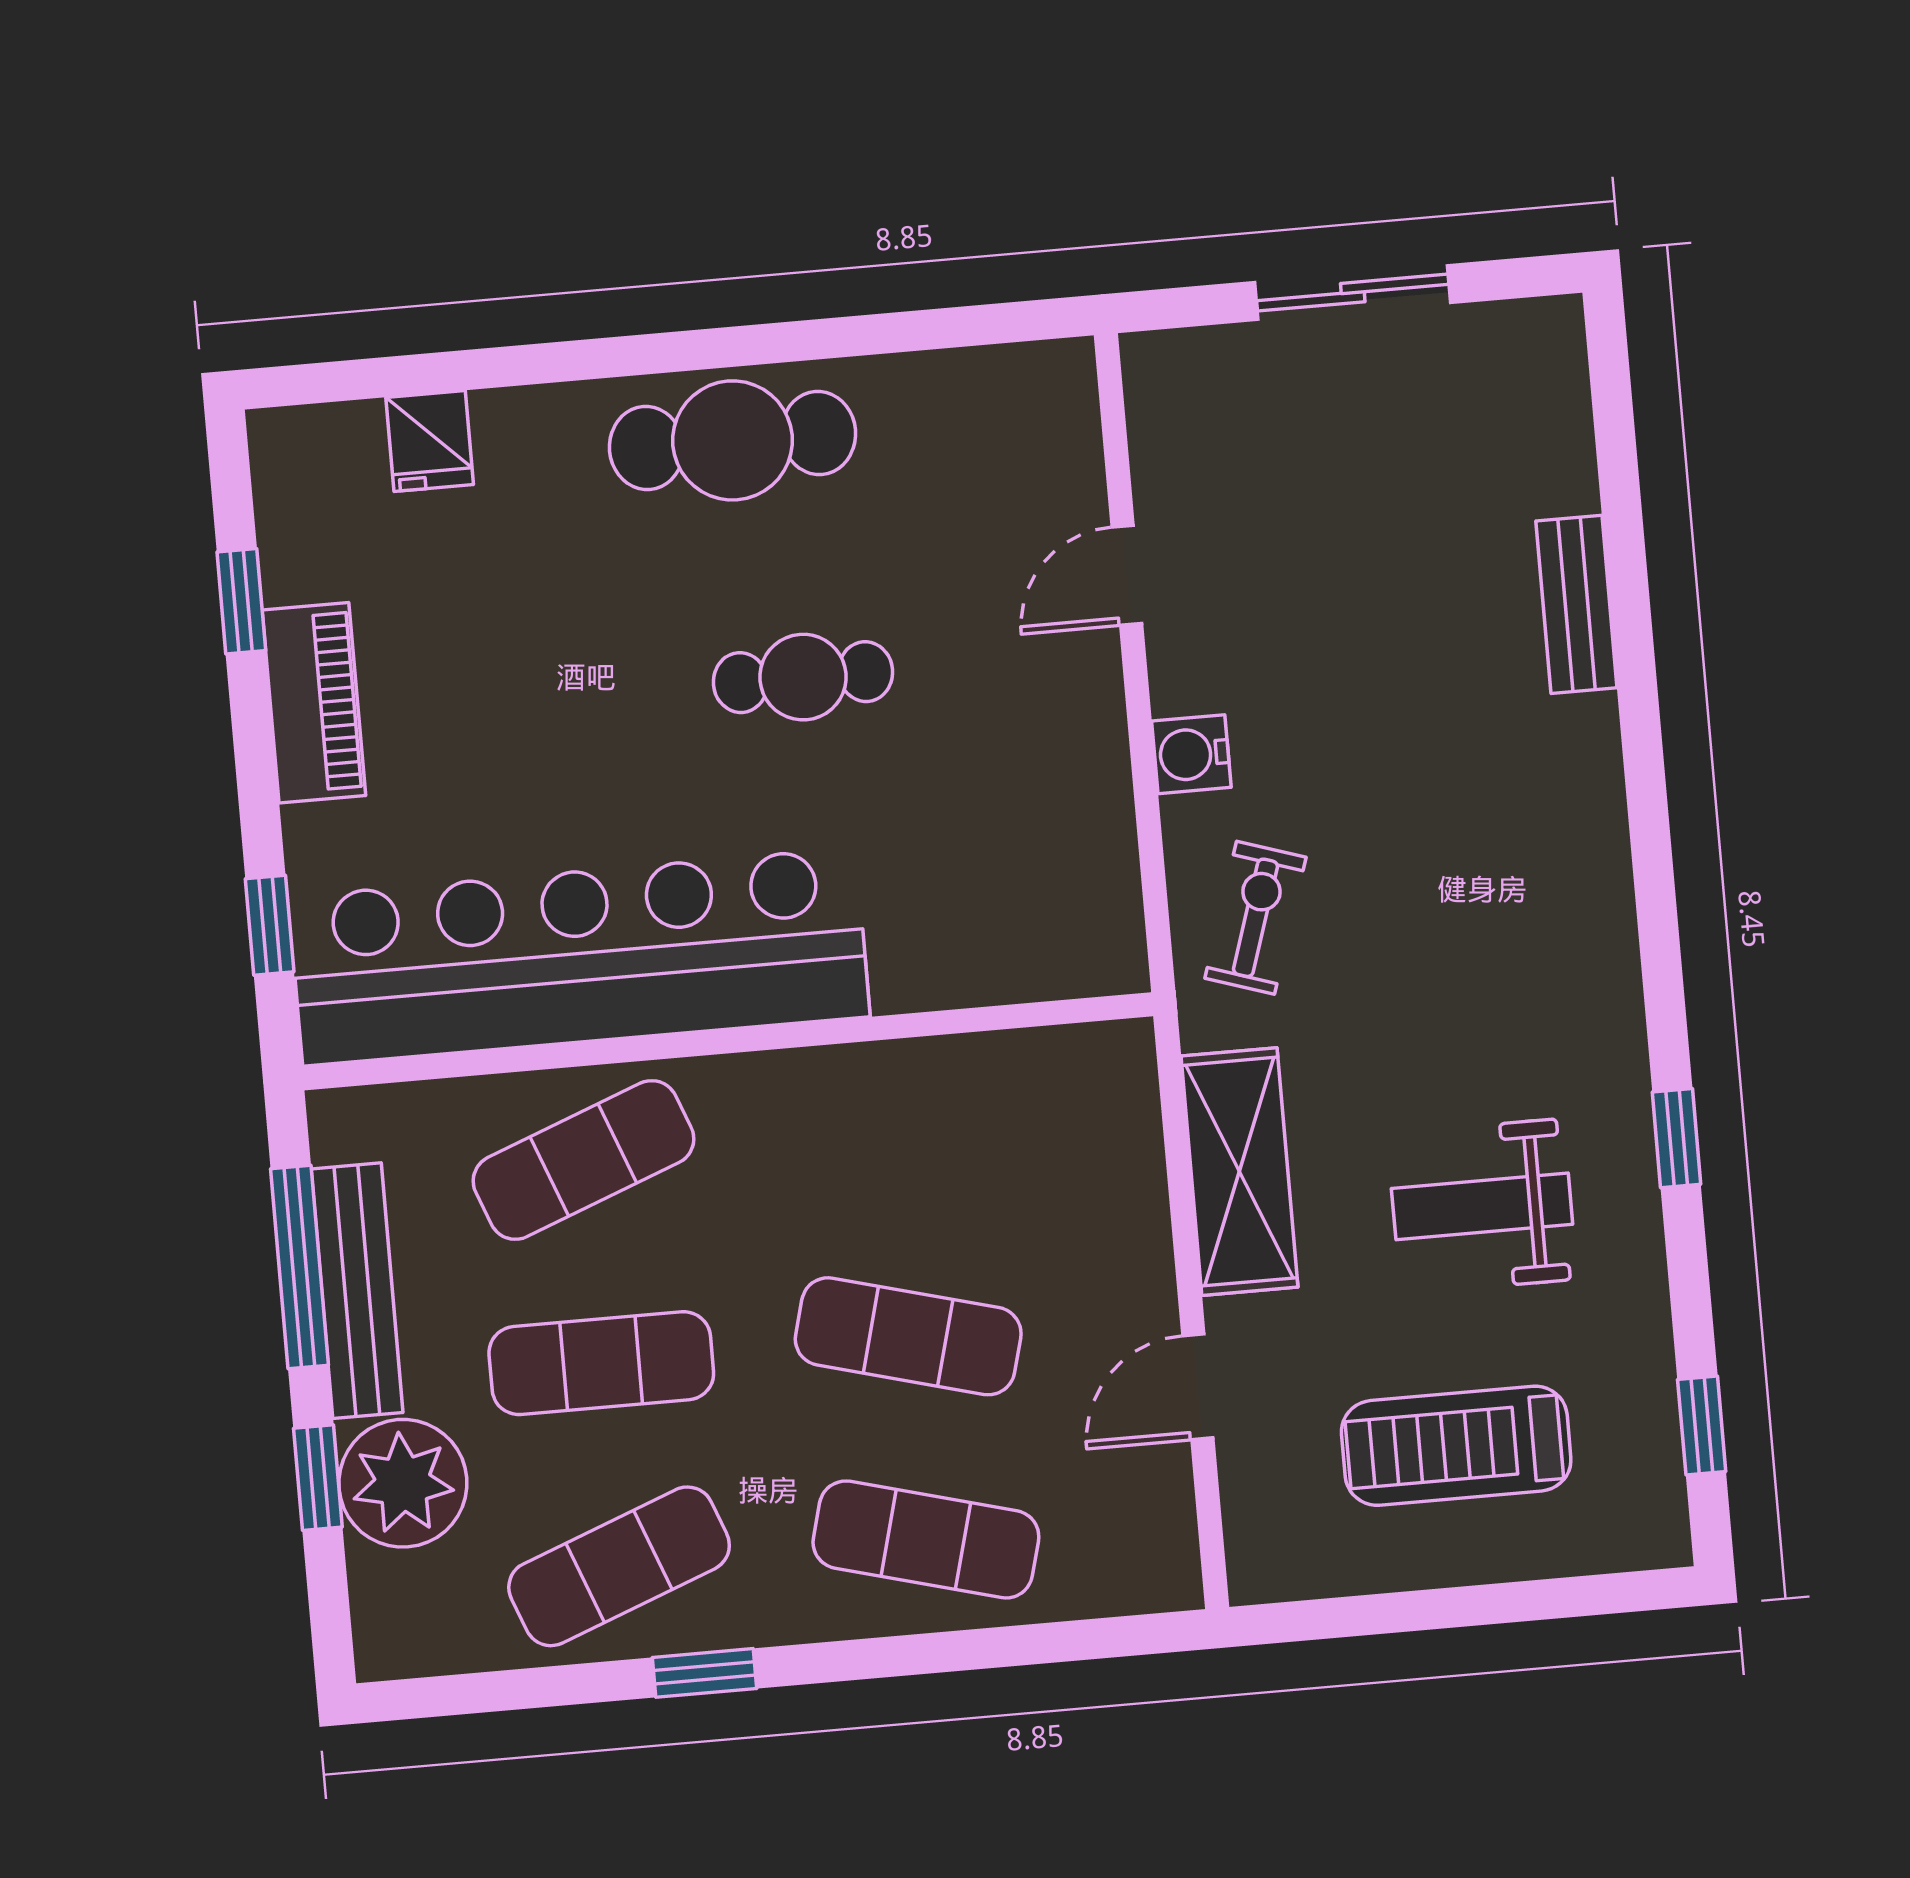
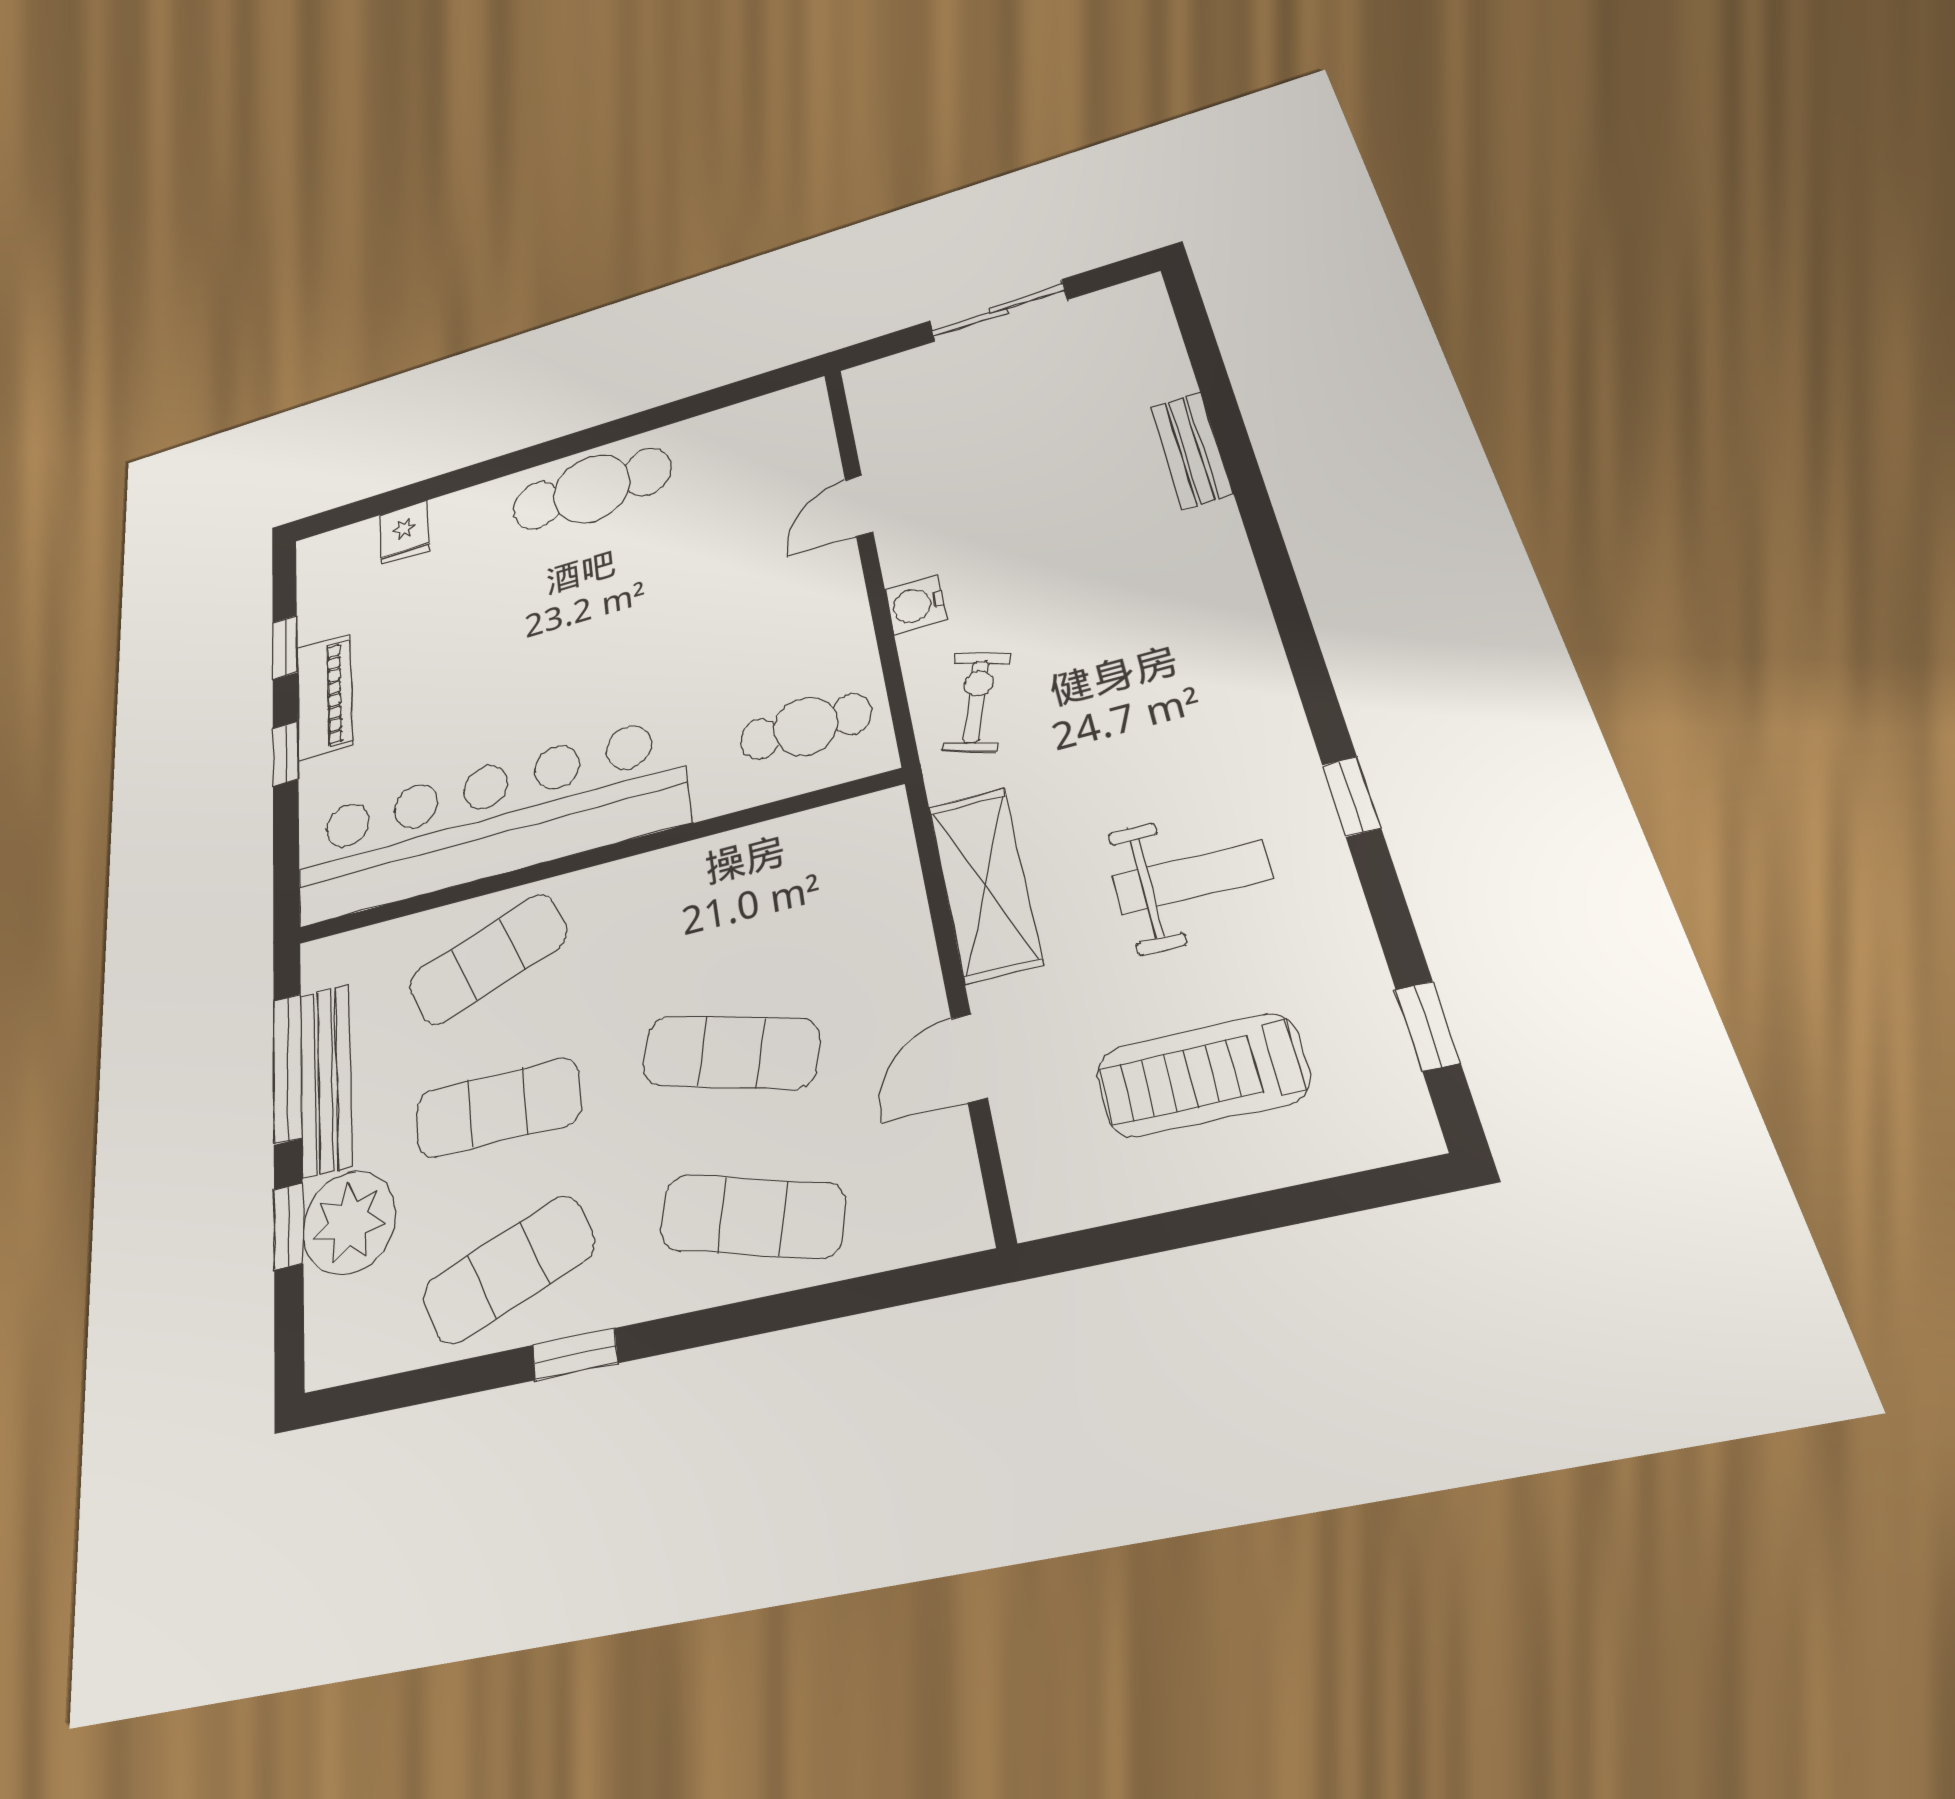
cafe table: (803, 677) -> (806, 727), moved
window: (270, 925) -> (285, 754), moved
weight bench: (1482, 1206) -> (1192, 877), turned 180

